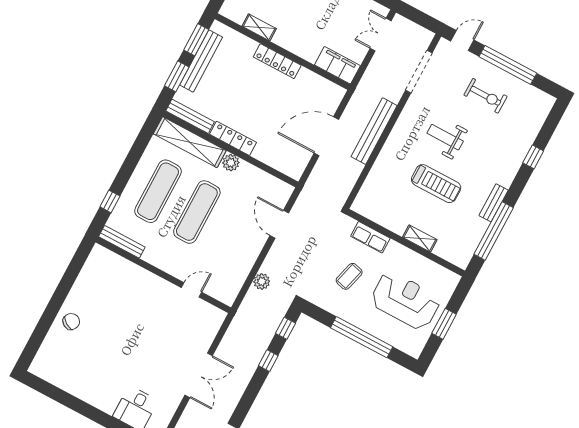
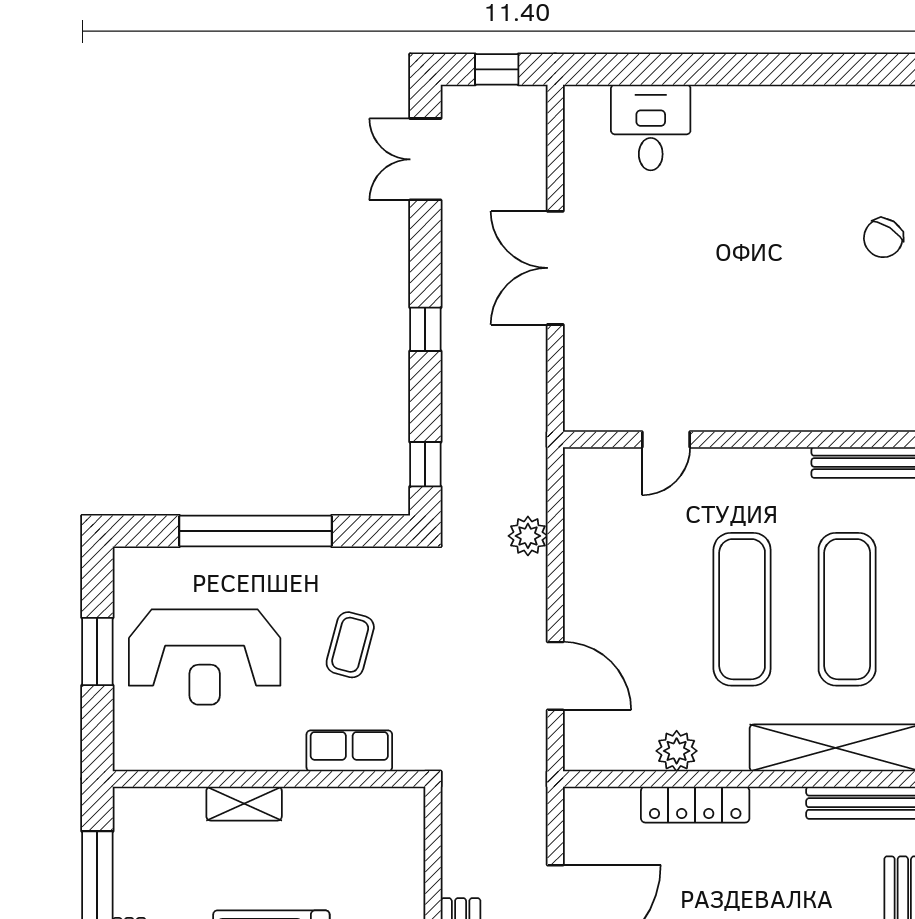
locker: (233, 138) -> (695, 805), moved
plant: (231, 163) -> (677, 751), moved
window: (268, 361) -> (425, 329), moved

